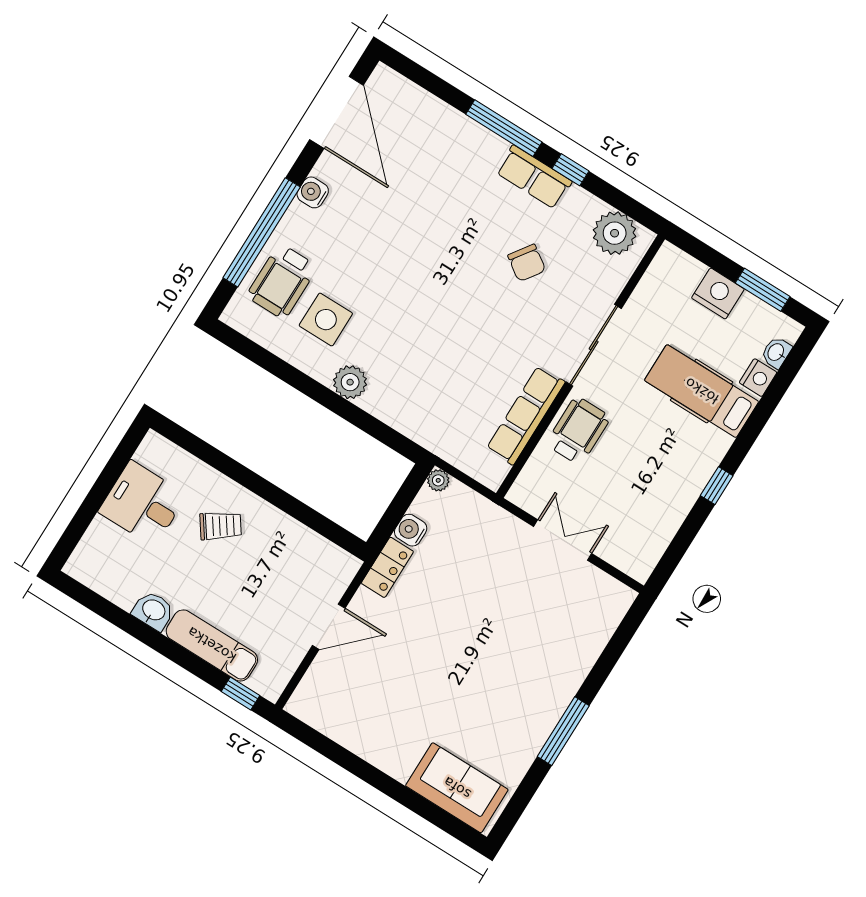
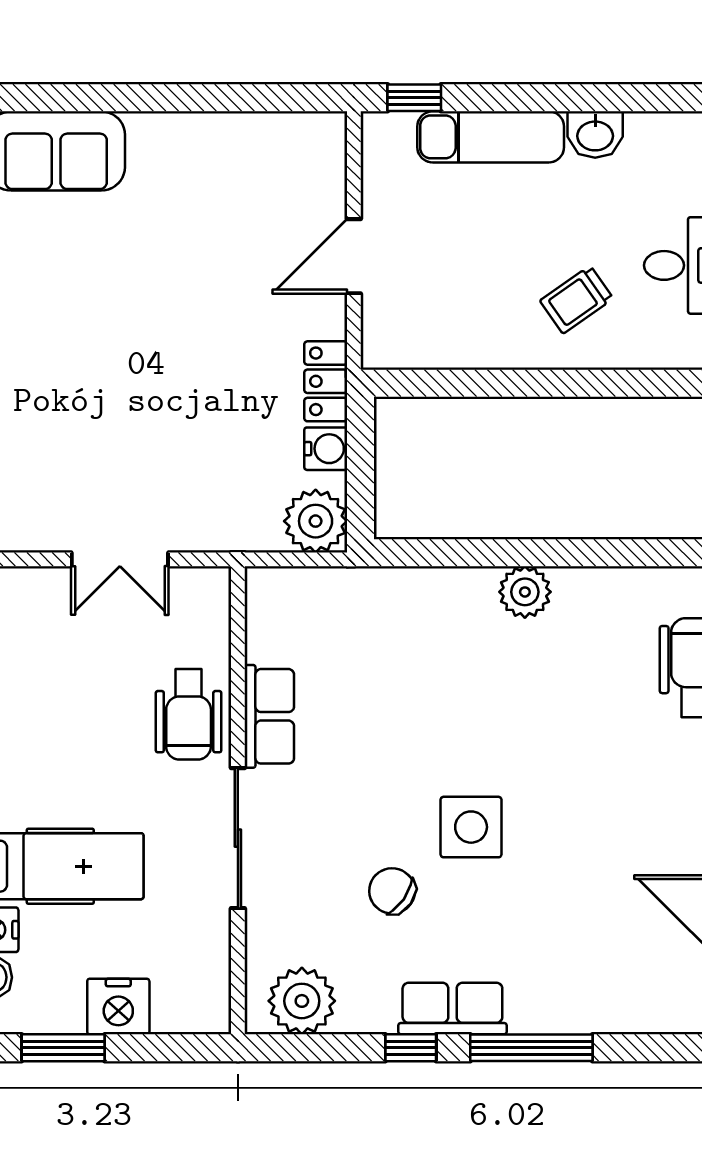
side table: (326, 320) -> (471, 827), moved
row of seats: (526, 415) -> (269, 716), width x0.68
plant: (438, 480) -> (316, 521), width x1.88, depth x1.88

